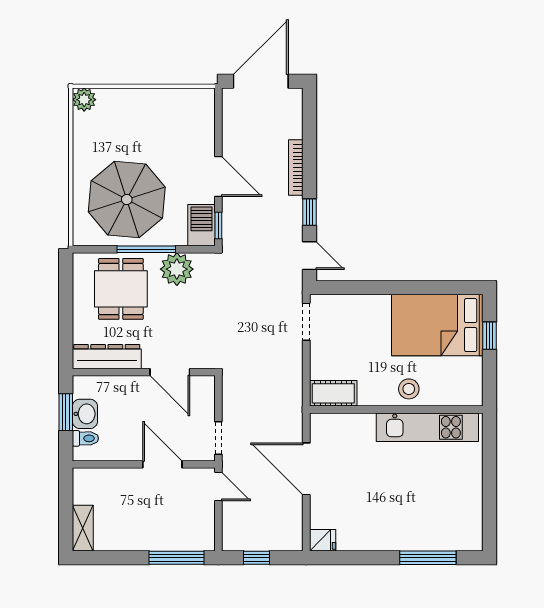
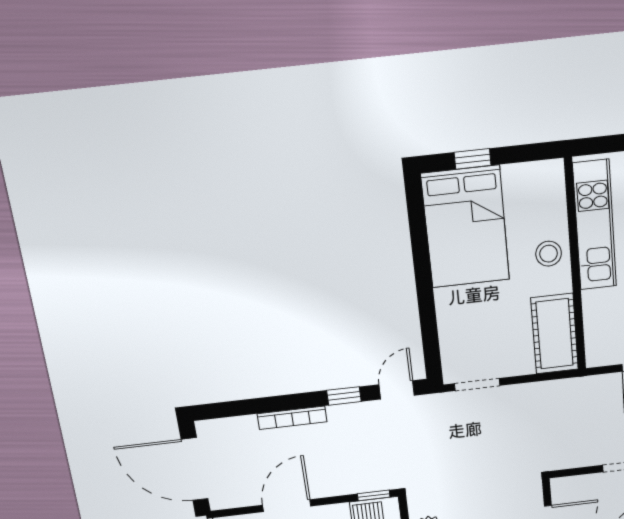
door: (218, 177) -> (287, 506), moved
cot: (333, 393) -> (555, 334), width x1.37, depth x1.34

